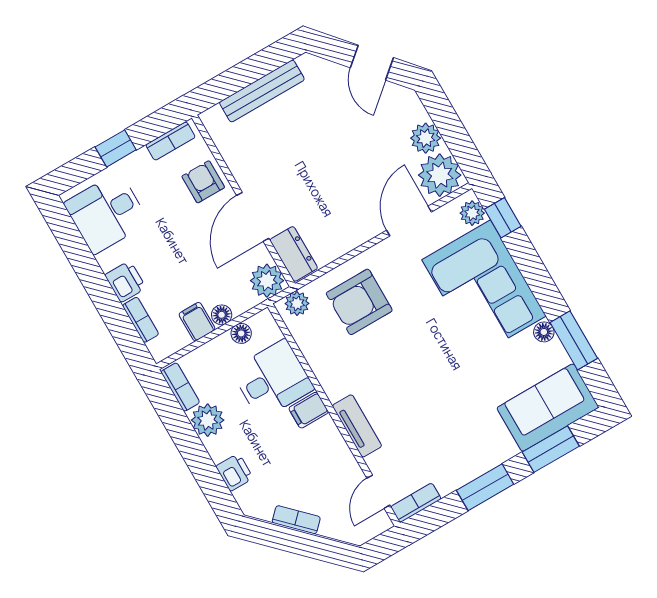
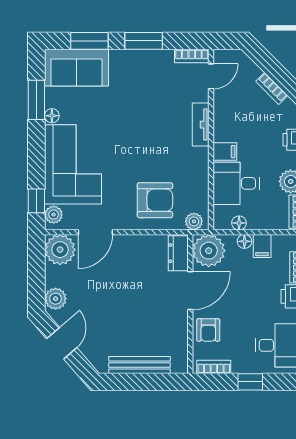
plant: (426, 138) -> (56, 299), moved
plant: (267, 281) -> (209, 251), width x1.36, depth x1.36

